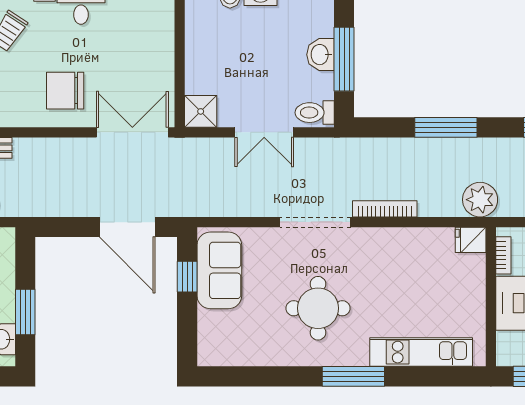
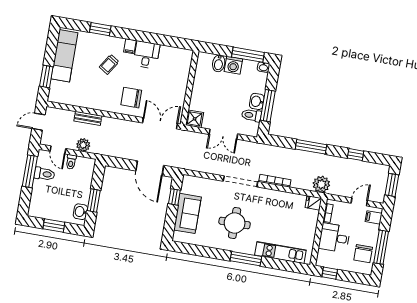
toilet: (315, 113) -> (251, 115), moved
sofa: (219, 270) -> (187, 213), moved

